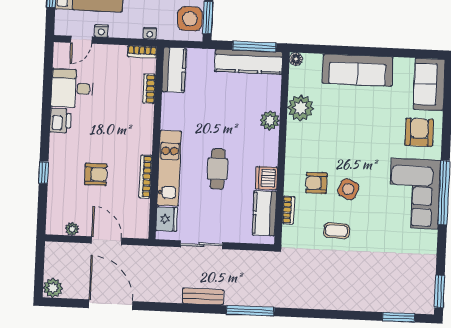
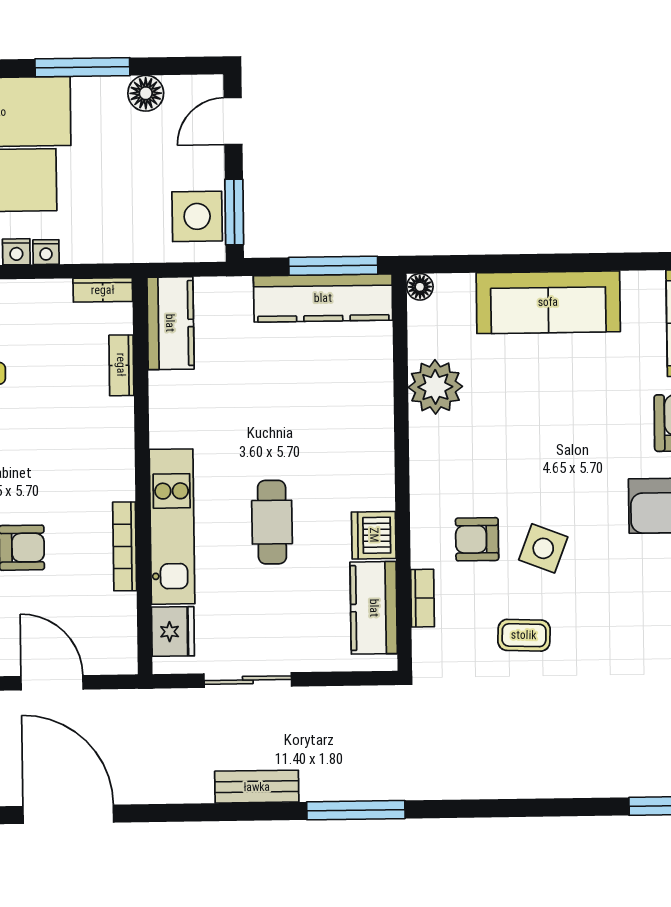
nightstand: (150, 33) -> (46, 252), moved
plant: (270, 120) -> (374, 416), removed

